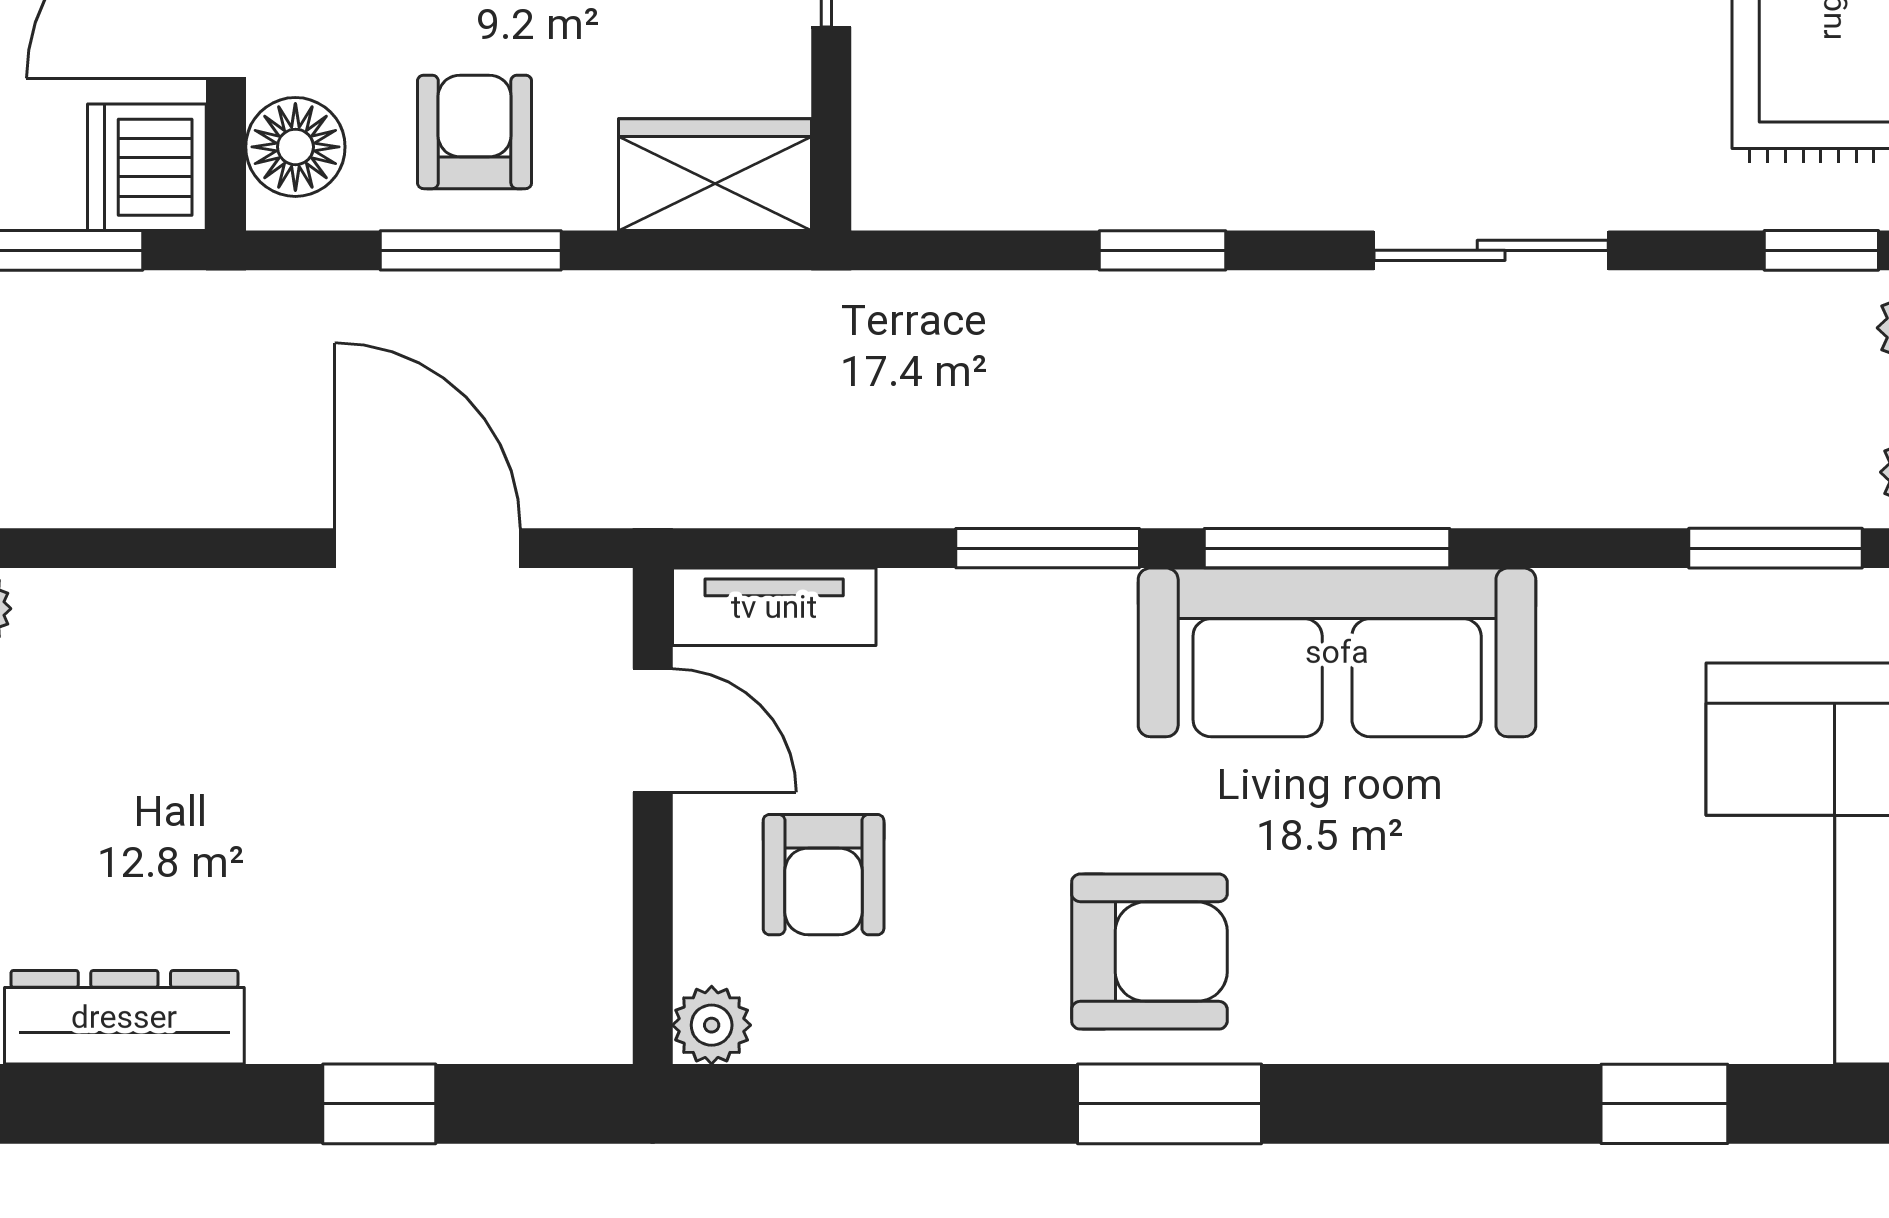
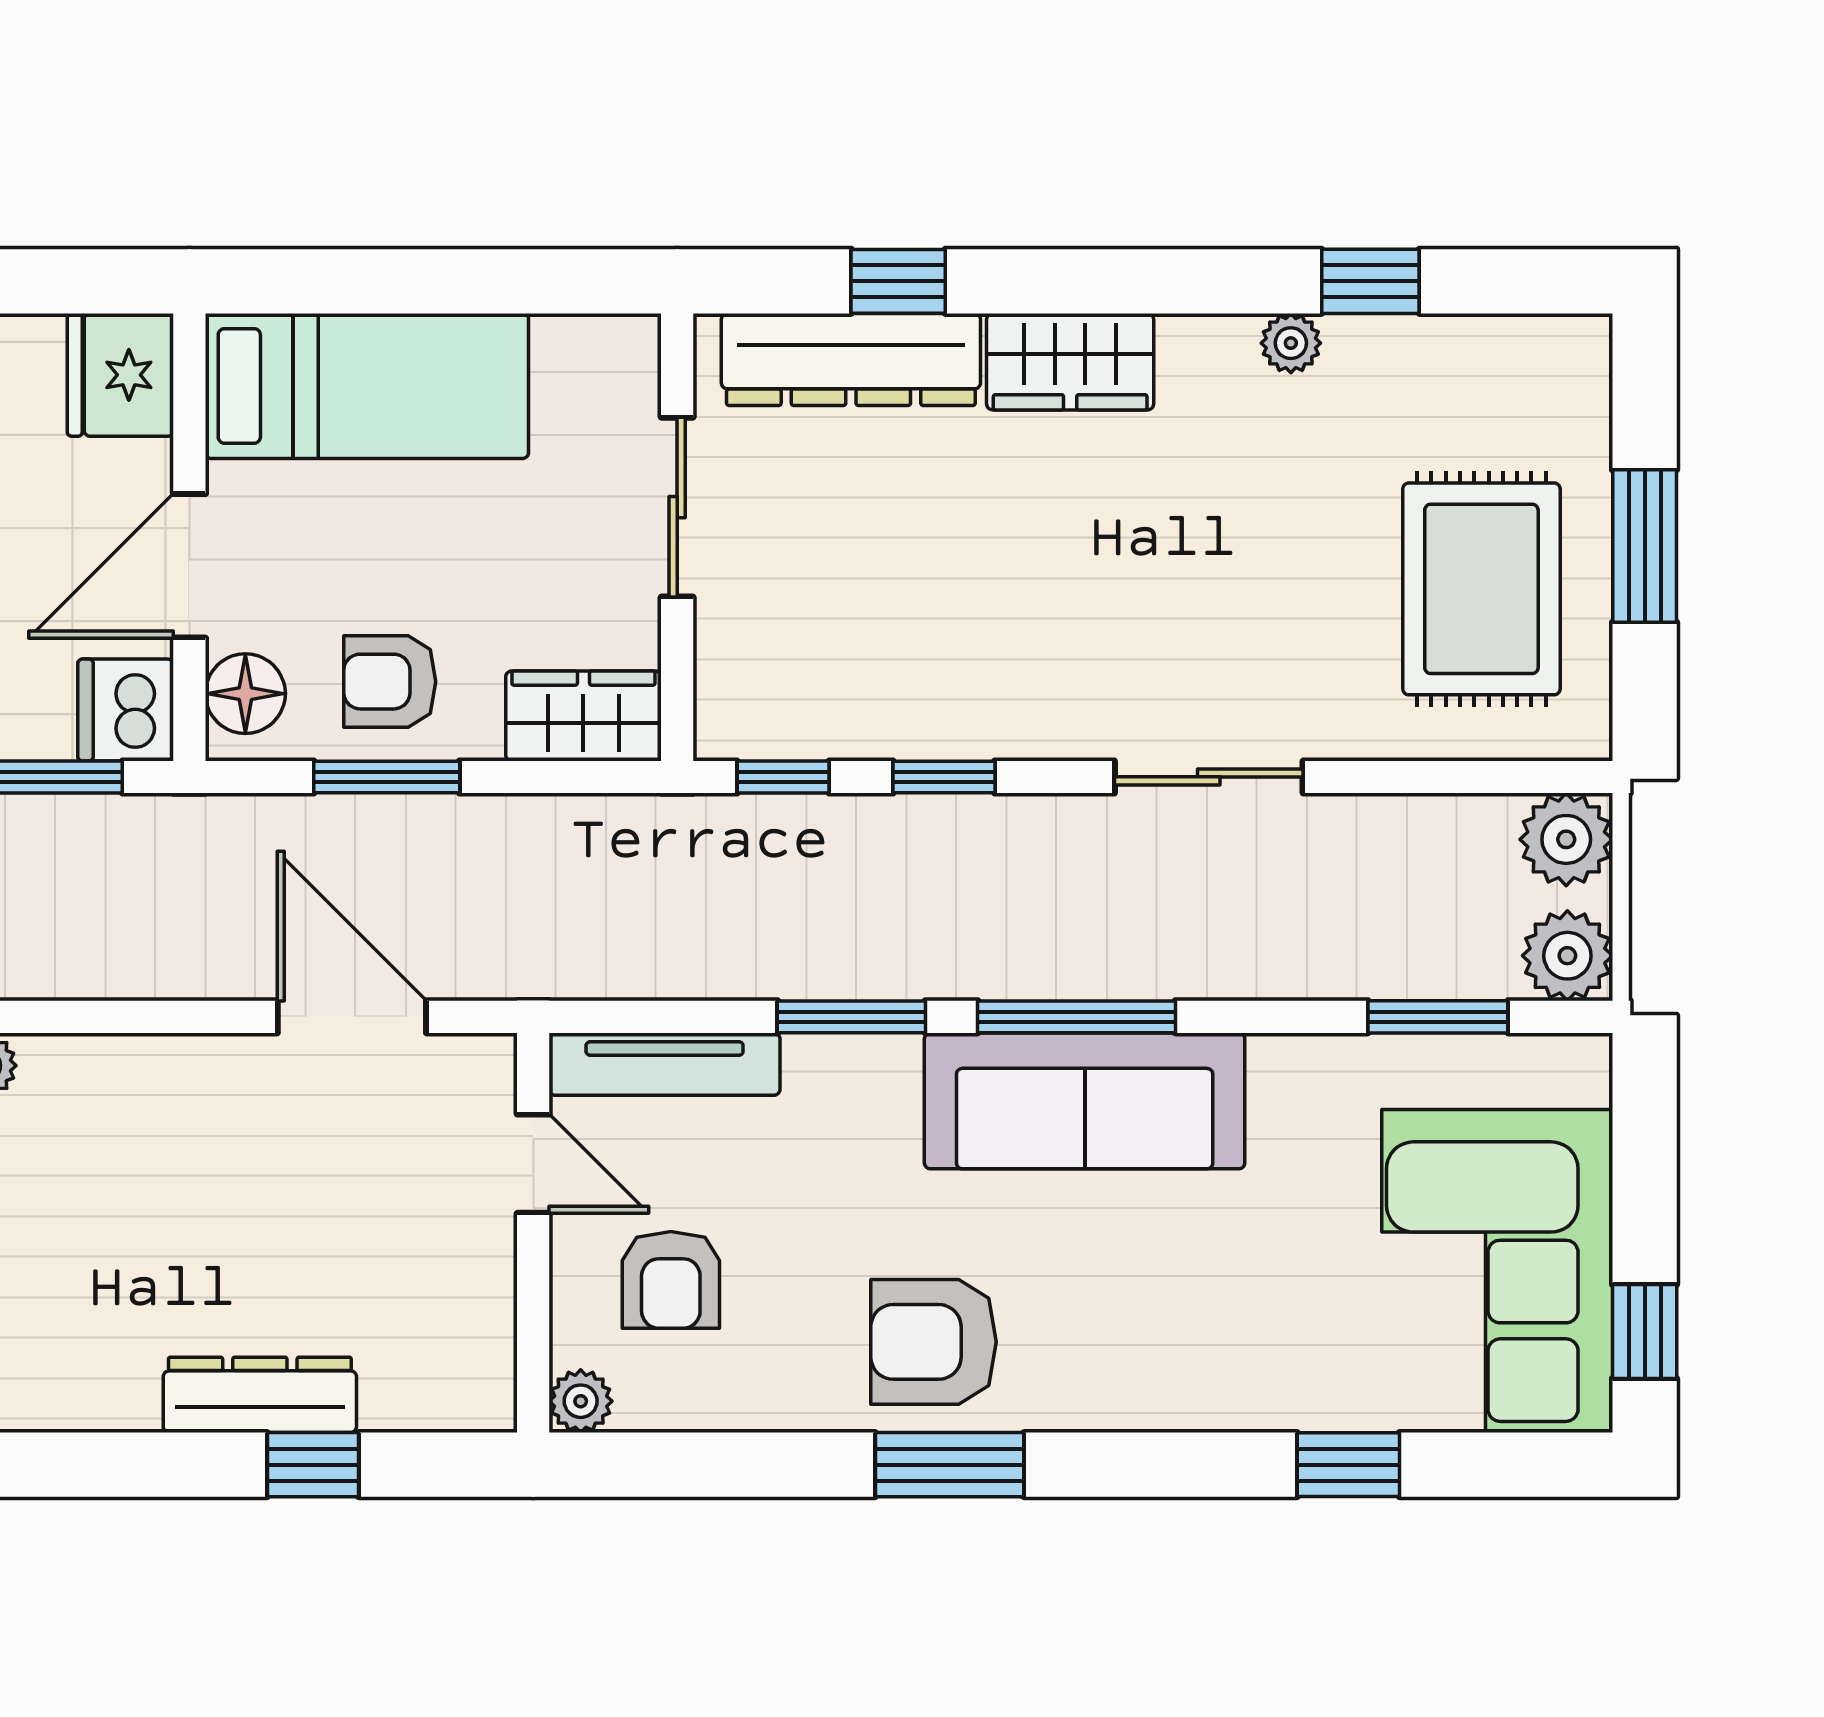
armchair: (475, 132) -> (390, 682), turned -90
window: (1821, 250) -> (783, 777), moved
tv unit: (774, 607) -> (665, 1064), width x1.41
armchair: (1149, 952) -> (933, 1342), turned 180
dresser: (124, 1017) -> (260, 1395), moved

